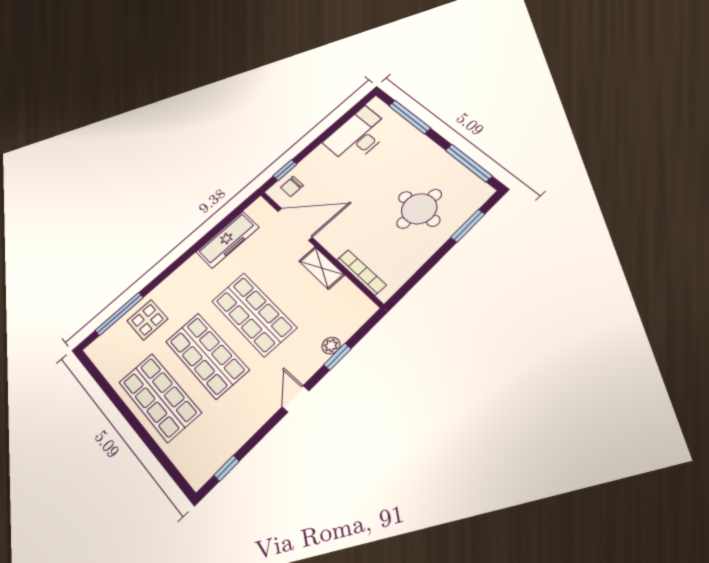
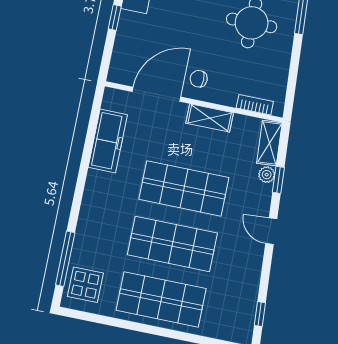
window: (285, 170) -> (115, 18), moved
chair: (292, 186) -> (199, 79), moved, turned 90
bookcase: (361, 272) -> (255, 105), width x0.64
shelving: (355, 319) -> (269, 143), added
display table: (147, 320) -> (85, 285), moved

